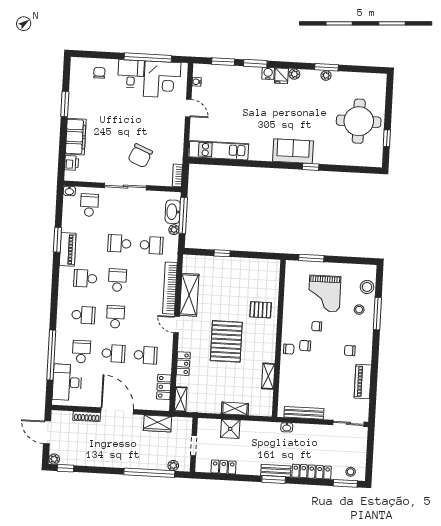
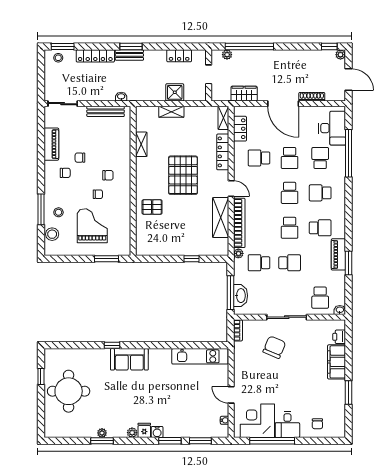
plant: (174, 230) -> (238, 253), moved
chair: (289, 349) -> (80, 158), moved
school desk: (81, 352) -> (320, 158), turned 180
school desk: (113, 353) -> (290, 158), turned -90
locker: (183, 364) -> (223, 152), width x1.53

